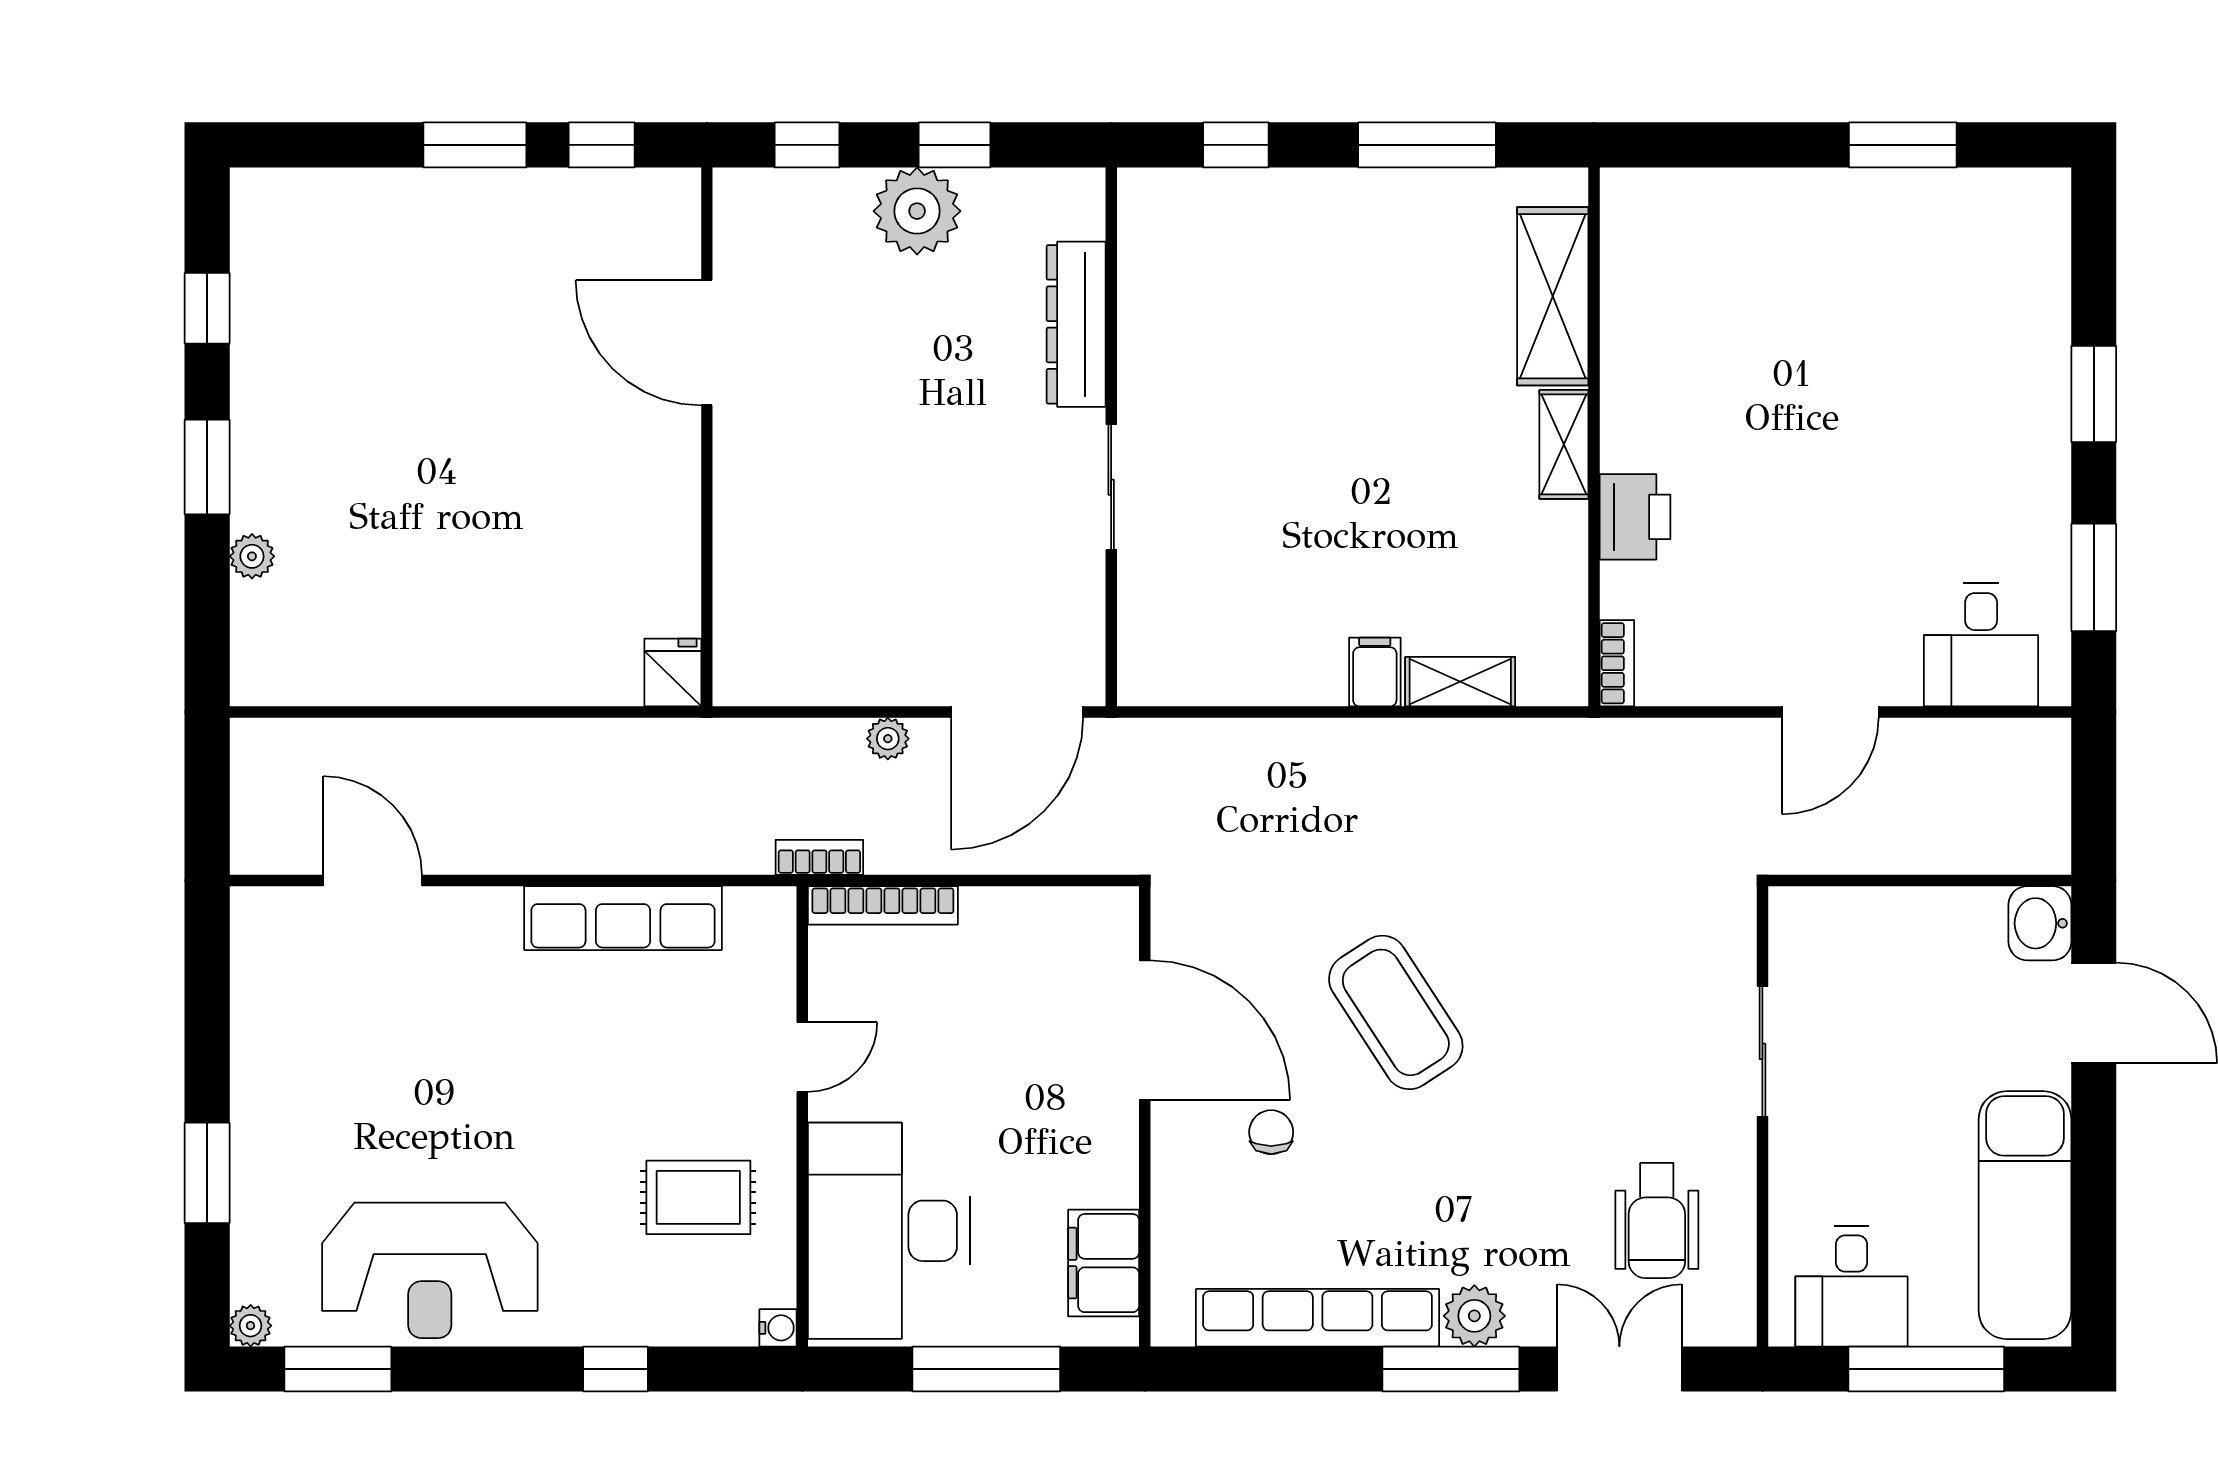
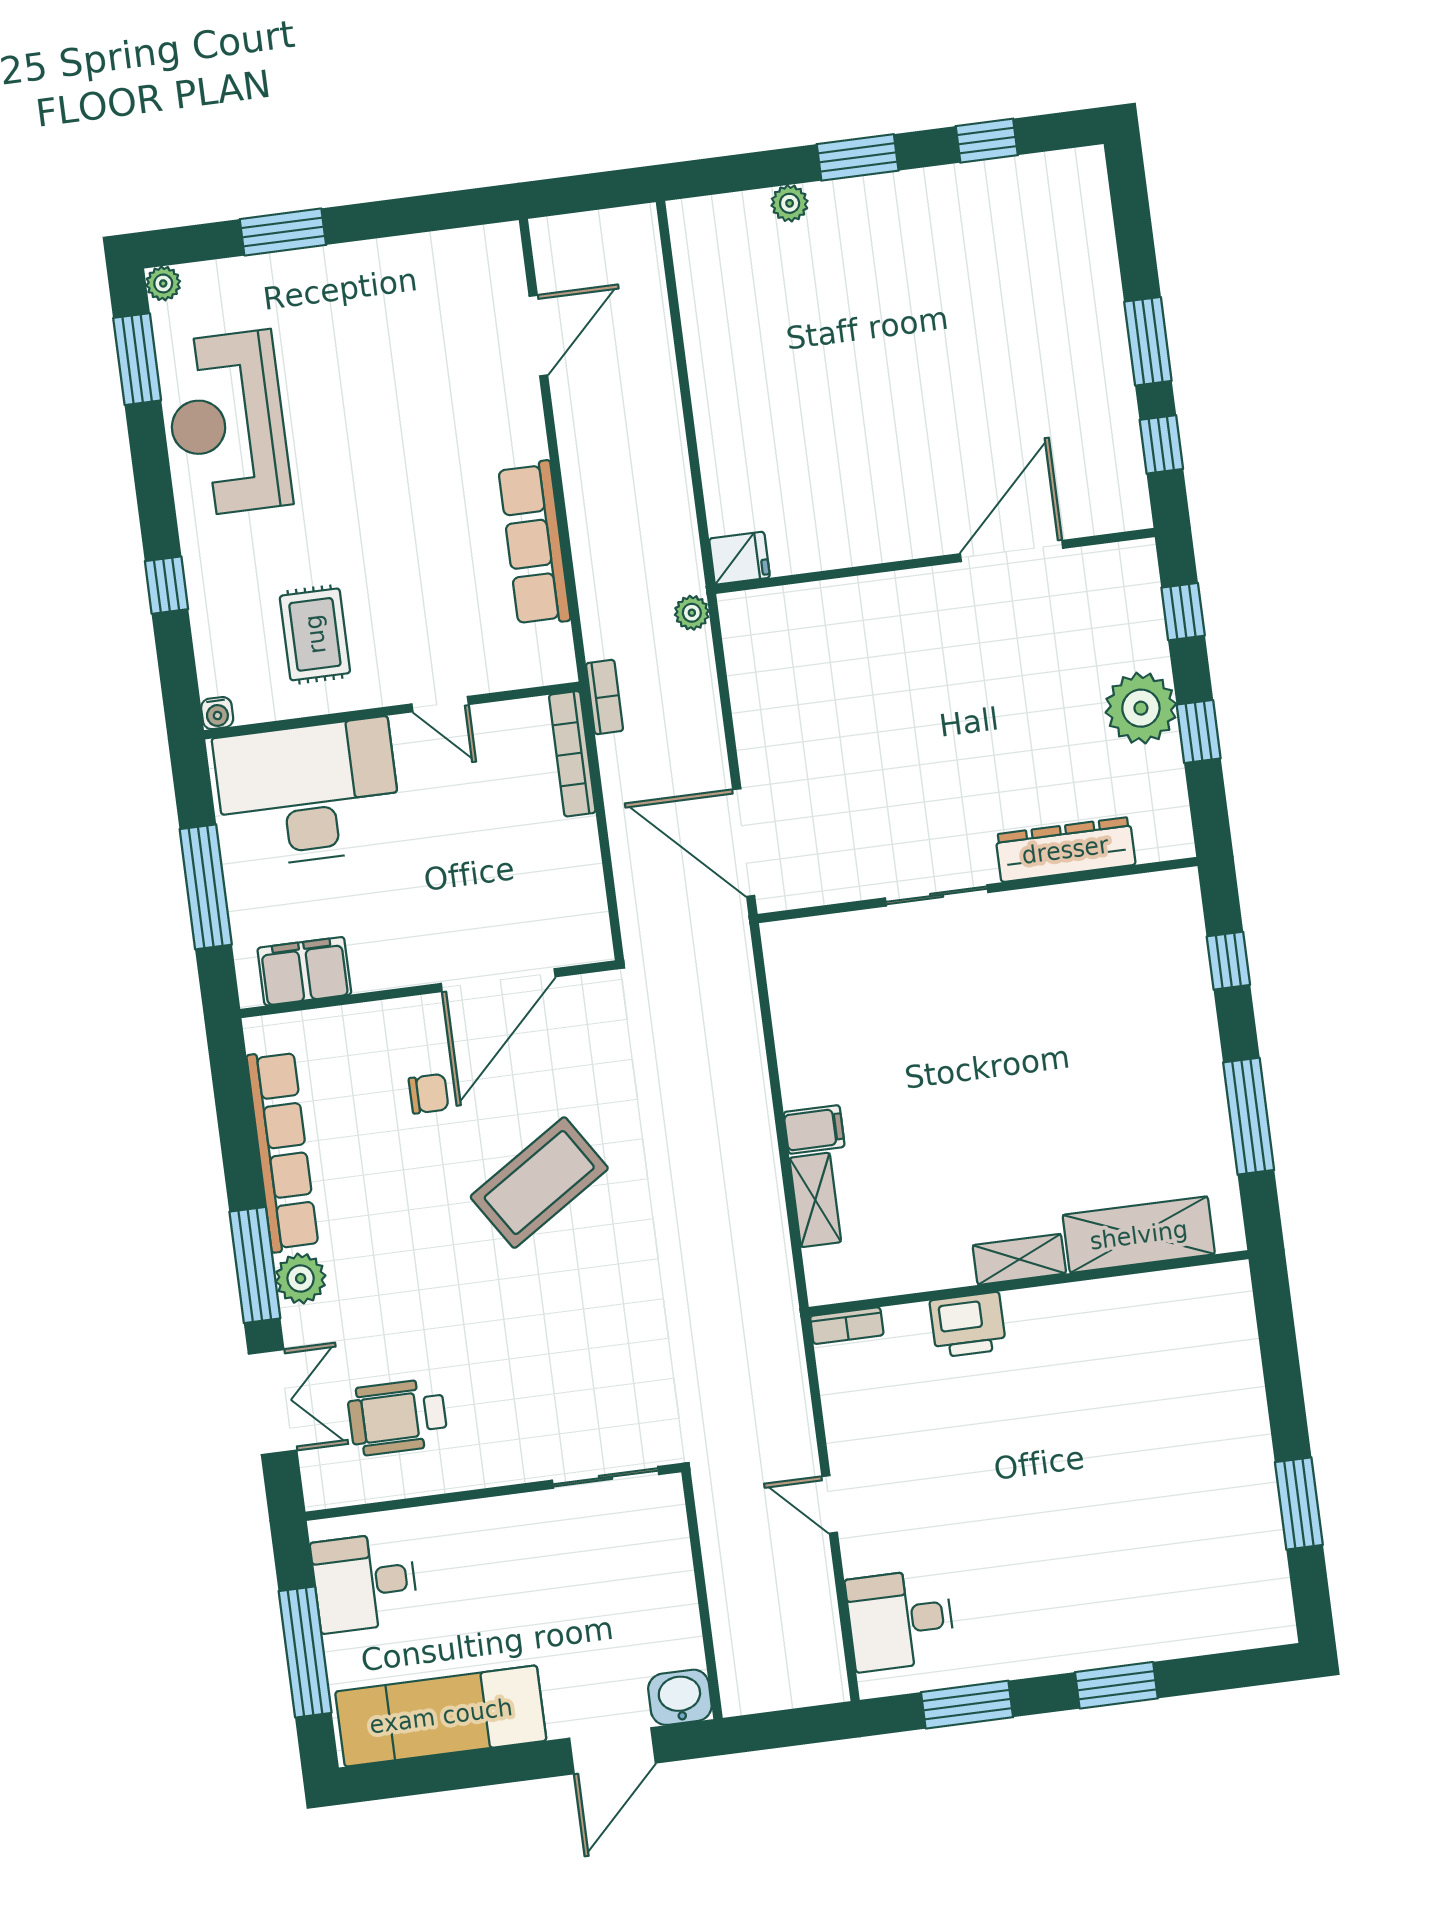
door: (1830, 712) -> (830, 1504), width x0.73
plant: (888, 739) -> (692, 613), moved
sliding door: (1762, 1051) -> (606, 1477), moved

